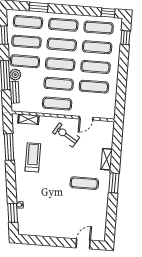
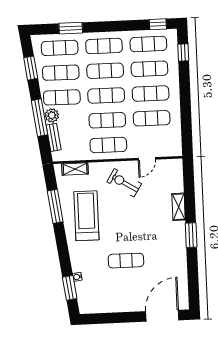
treadmill: (33, 157) -> (86, 216), width x1.37, depth x1.38
exercise mat: (84, 183) -> (126, 261), moved
door: (83, 244) -> (162, 316), width x1.87

